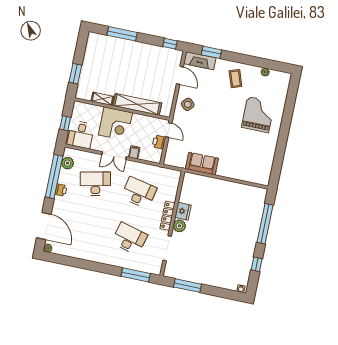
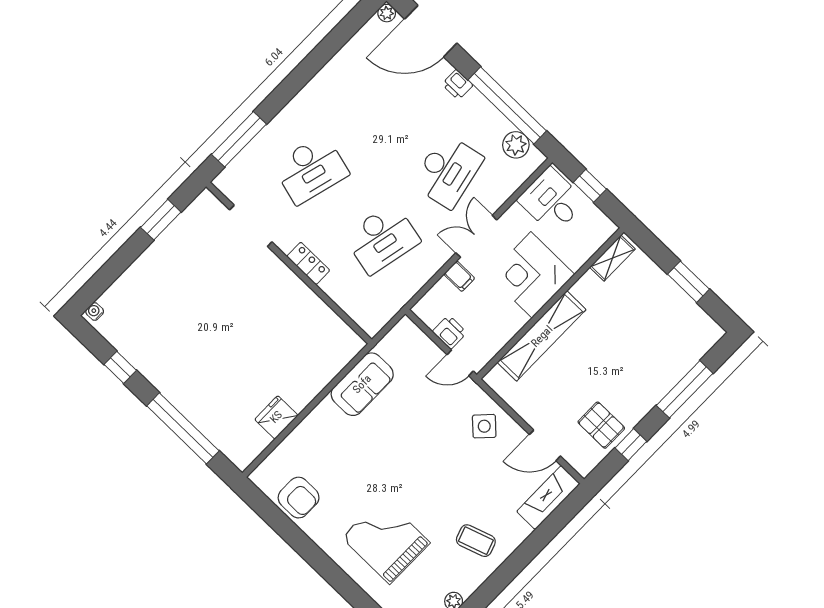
window: (170, 44) -> (631, 445), moved
window: (211, 52) -> (550, 528), removed
pallet: (158, 58) -> (601, 425), added
window: (75, 74) -> (688, 282), moved
shelving: (102, 99) -> (612, 258), moved
grand piano: (258, 115) -> (386, 540), turned 180
armchair: (263, 160) -> (299, 498), added
printer: (61, 190) -> (457, 85), moved
fridge: (183, 211) -> (276, 417), moved, turned 90
locker: (168, 216) -> (308, 263), width x0.66
plant: (179, 226) -> (277, 273), removed
window: (187, 286) -> (161, 220), width x0.69

